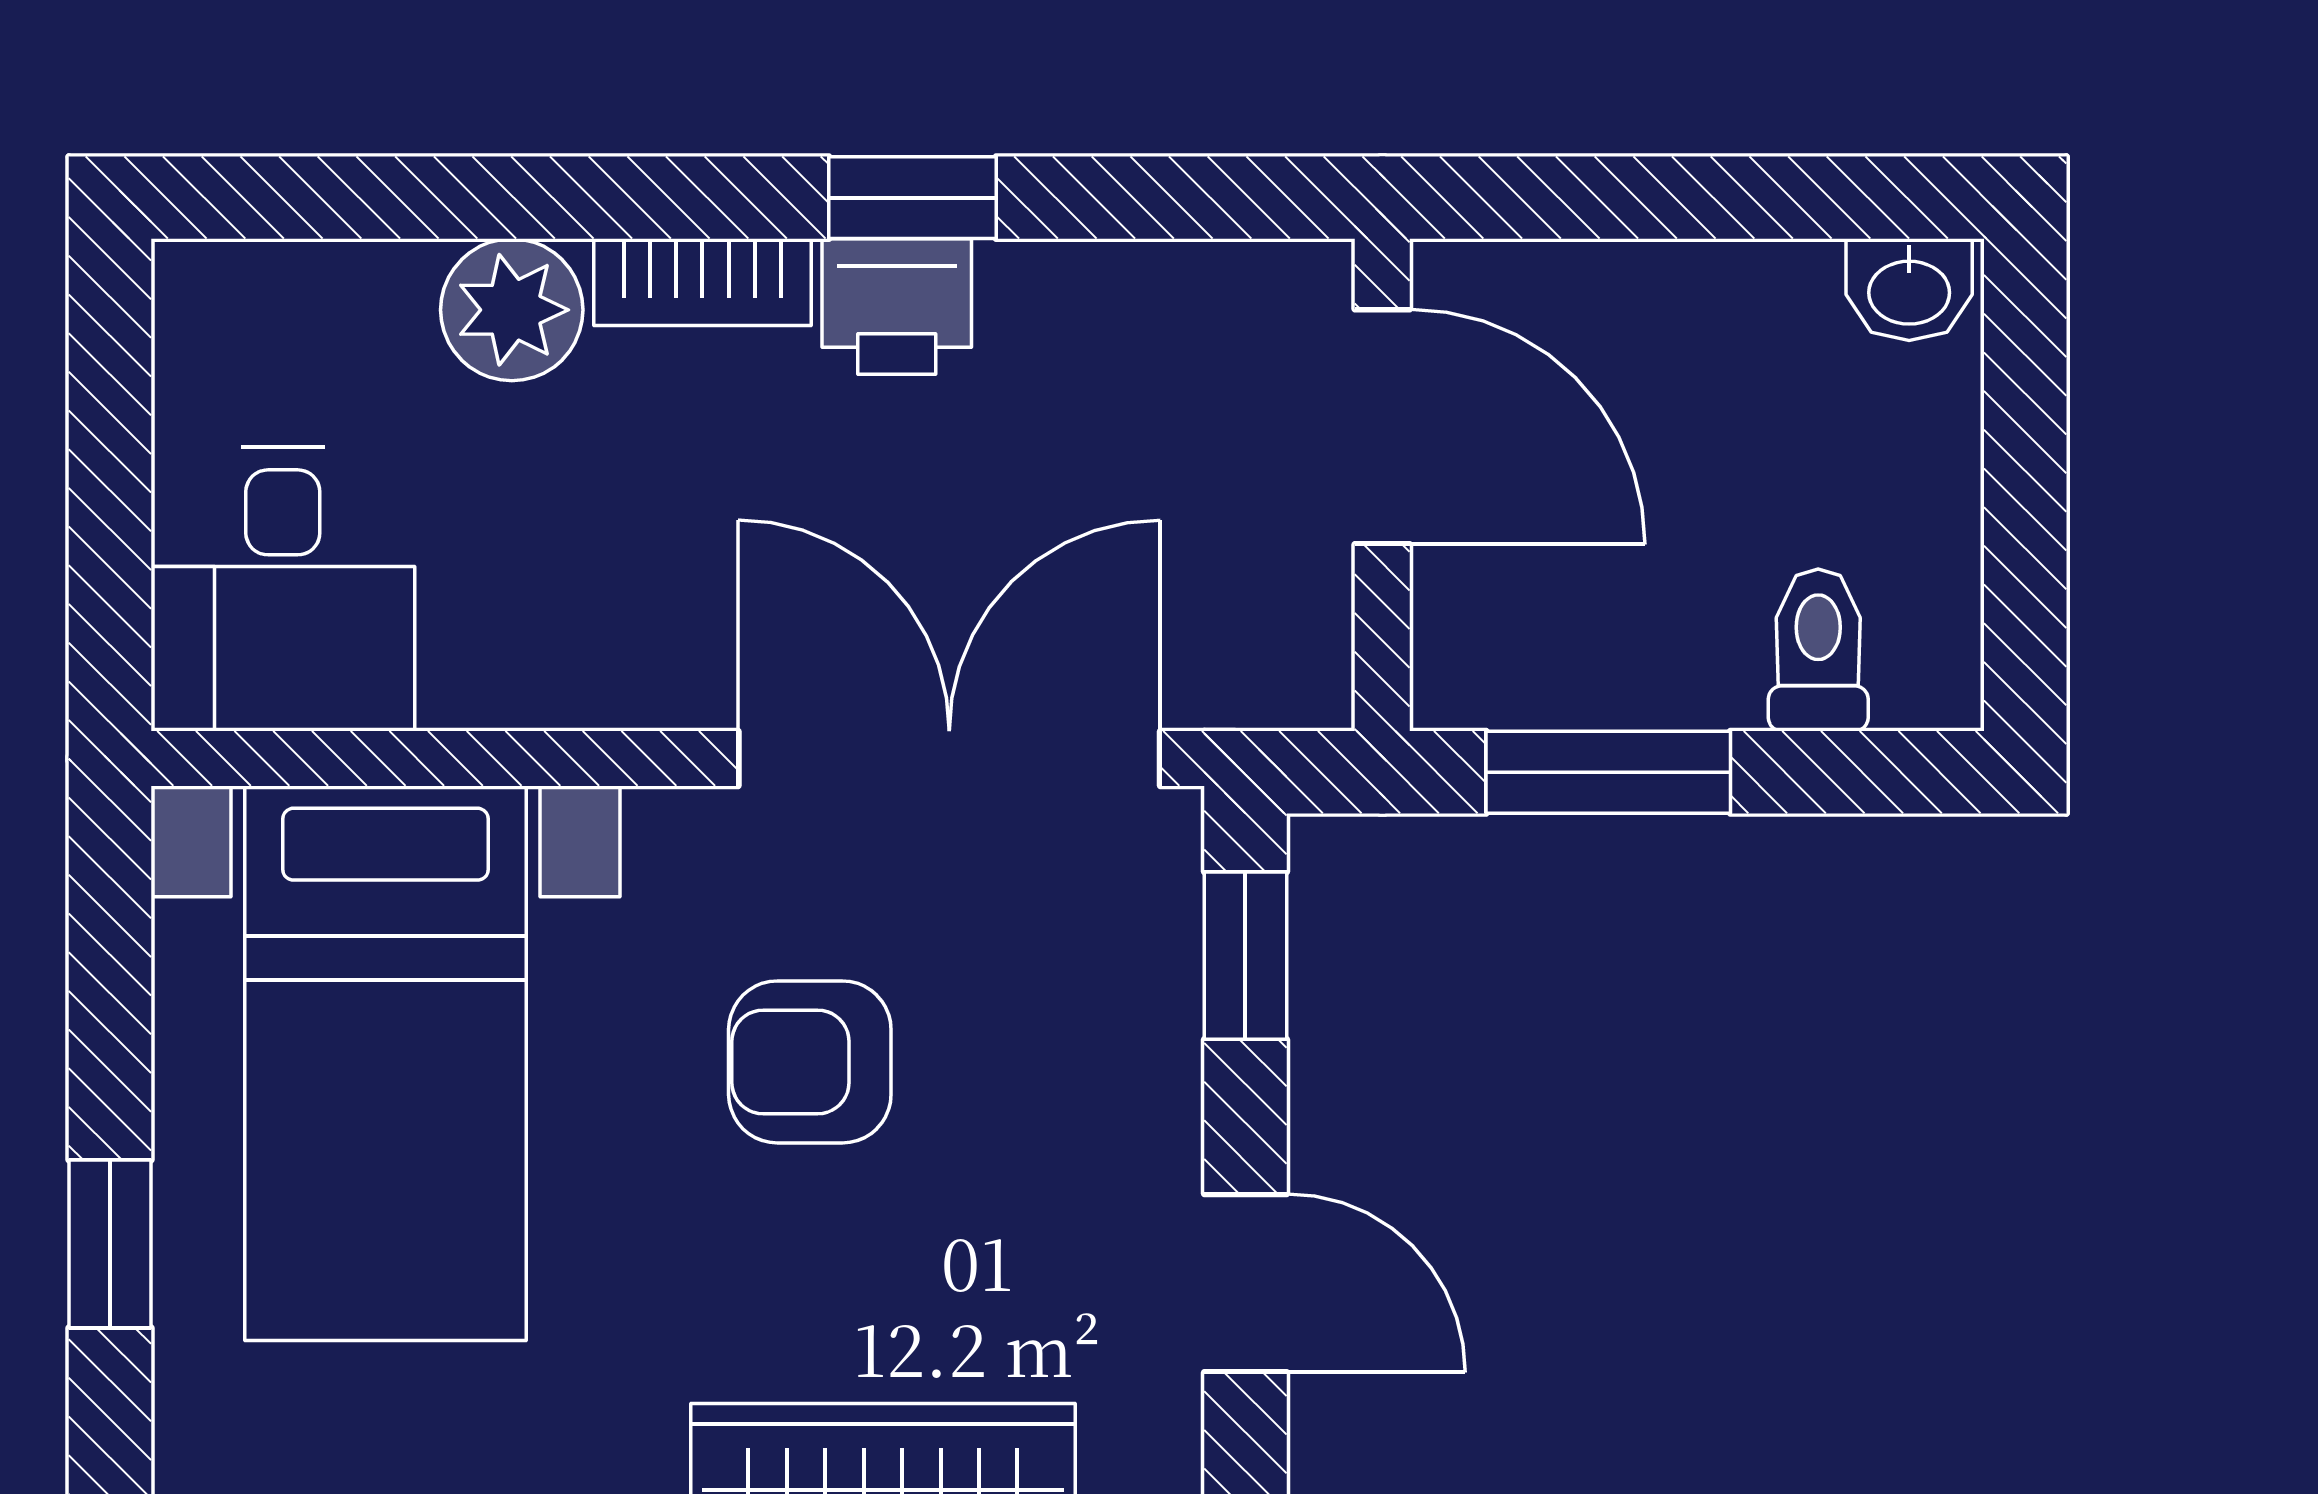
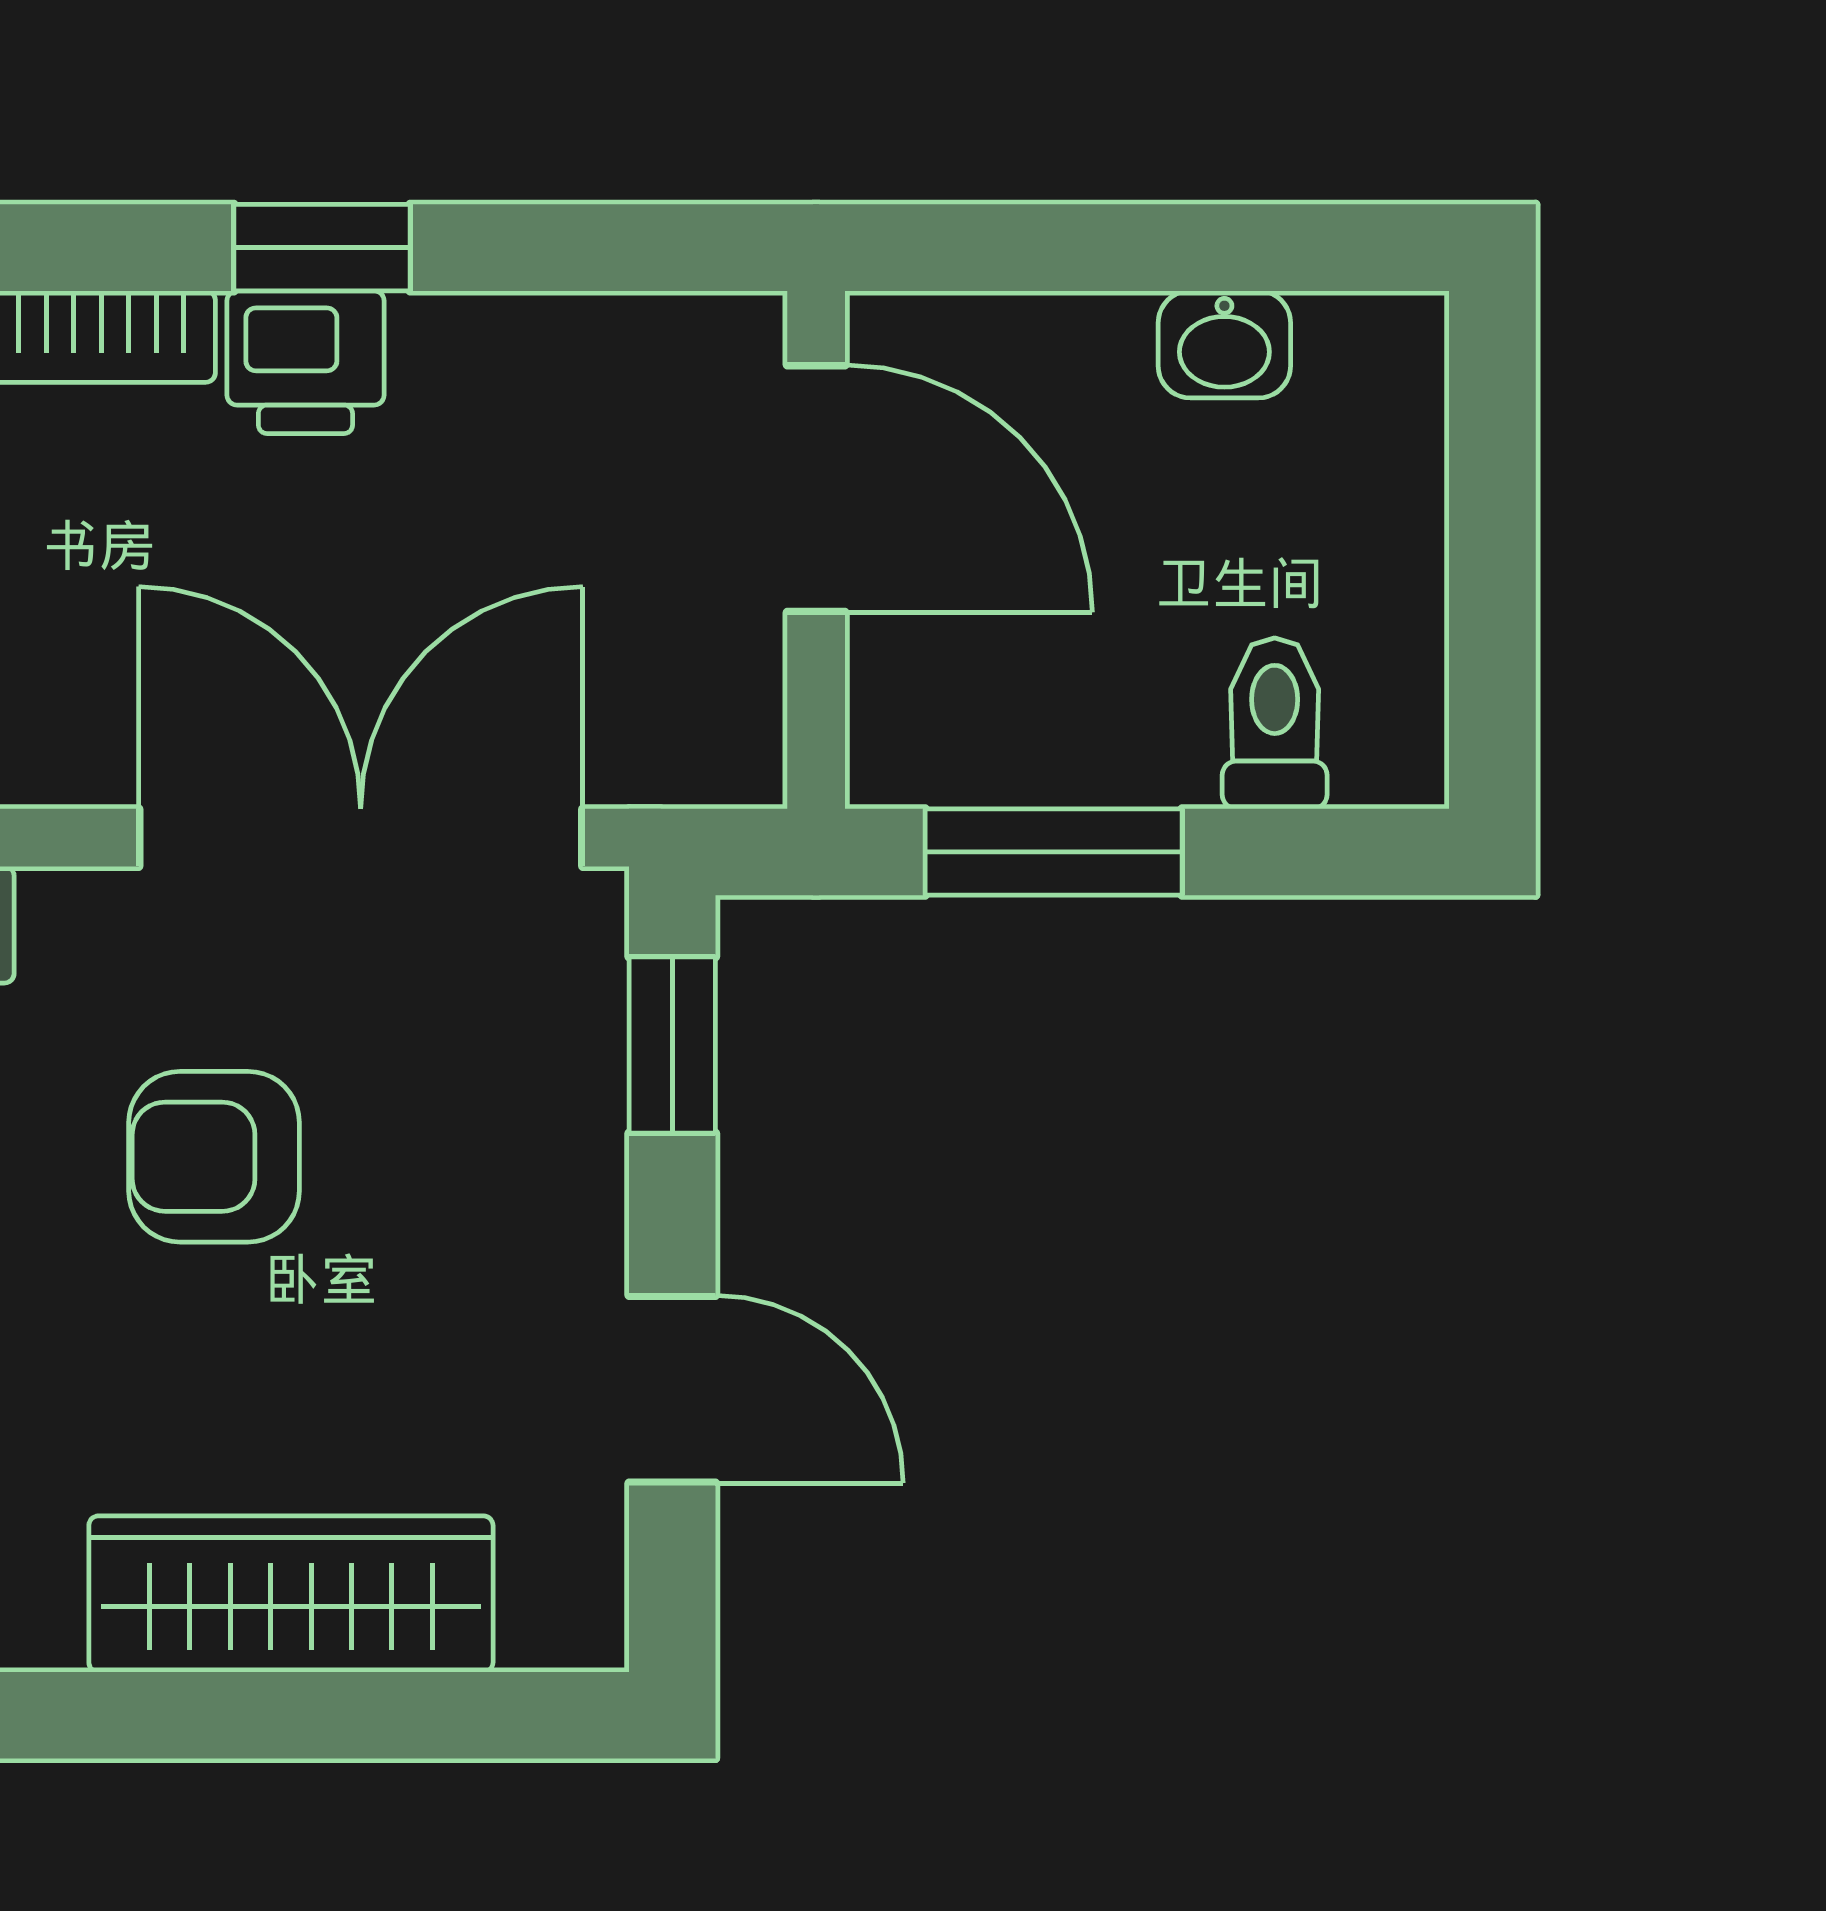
washbasin: (1909, 290) -> (1224, 344), moved

